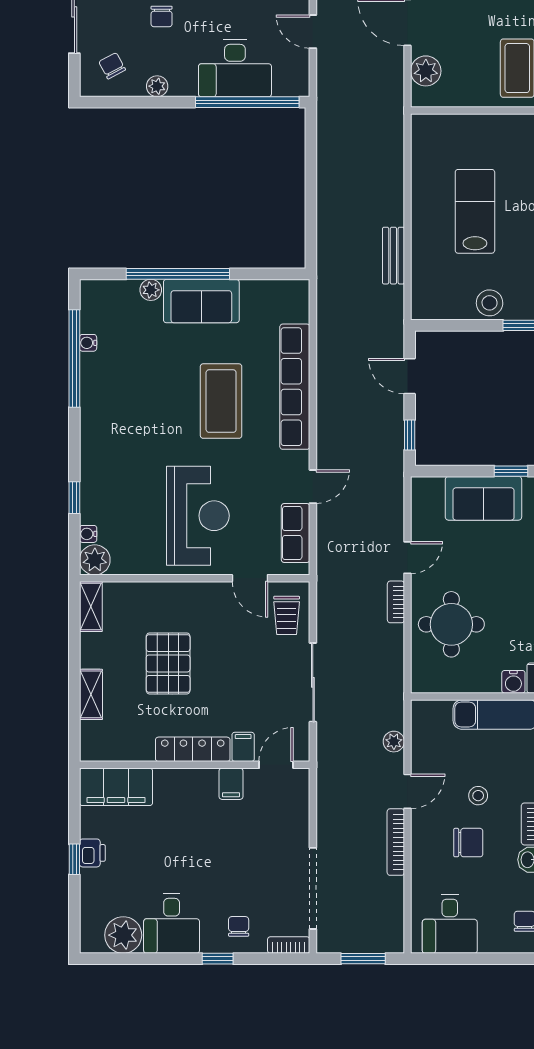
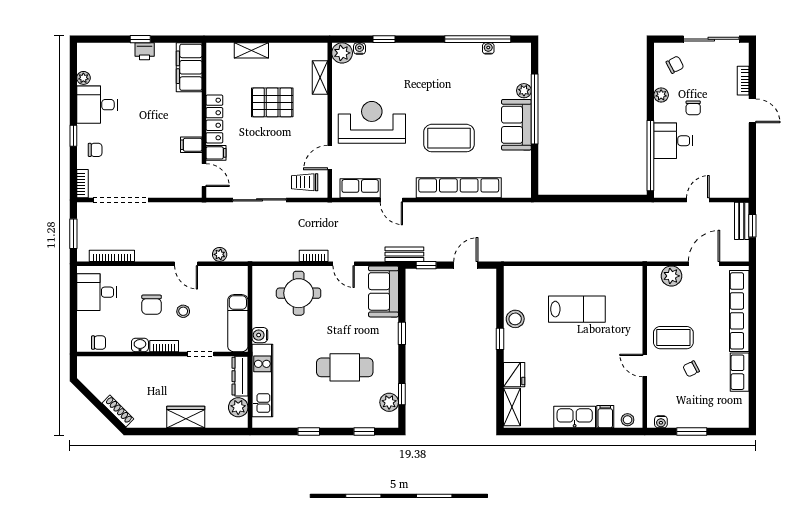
chair: (162, 16) -> (693, 108), moved, turned -90
desk: (235, 68) -> (673, 141), width x0.73
bench: (393, 256) -> (404, 254), moved
sofa: (483, 498) -> (384, 291), moved
reception desk: (198, 516) -> (372, 122), turned 180
shelving: (91, 606) -> (320, 78), moved, turned 90
bookcase: (396, 842) -> (112, 256), moved
plant: (123, 935) -> (83, 78), width x0.53, depth x0.53

